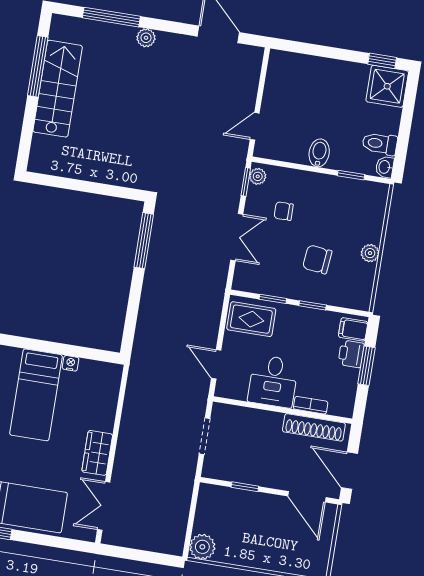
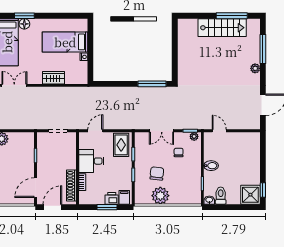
plant: (370, 253) -> (160, 196), width x1.88, depth x1.88
wardrobe: (97, 453) -> (53, 78), moved

